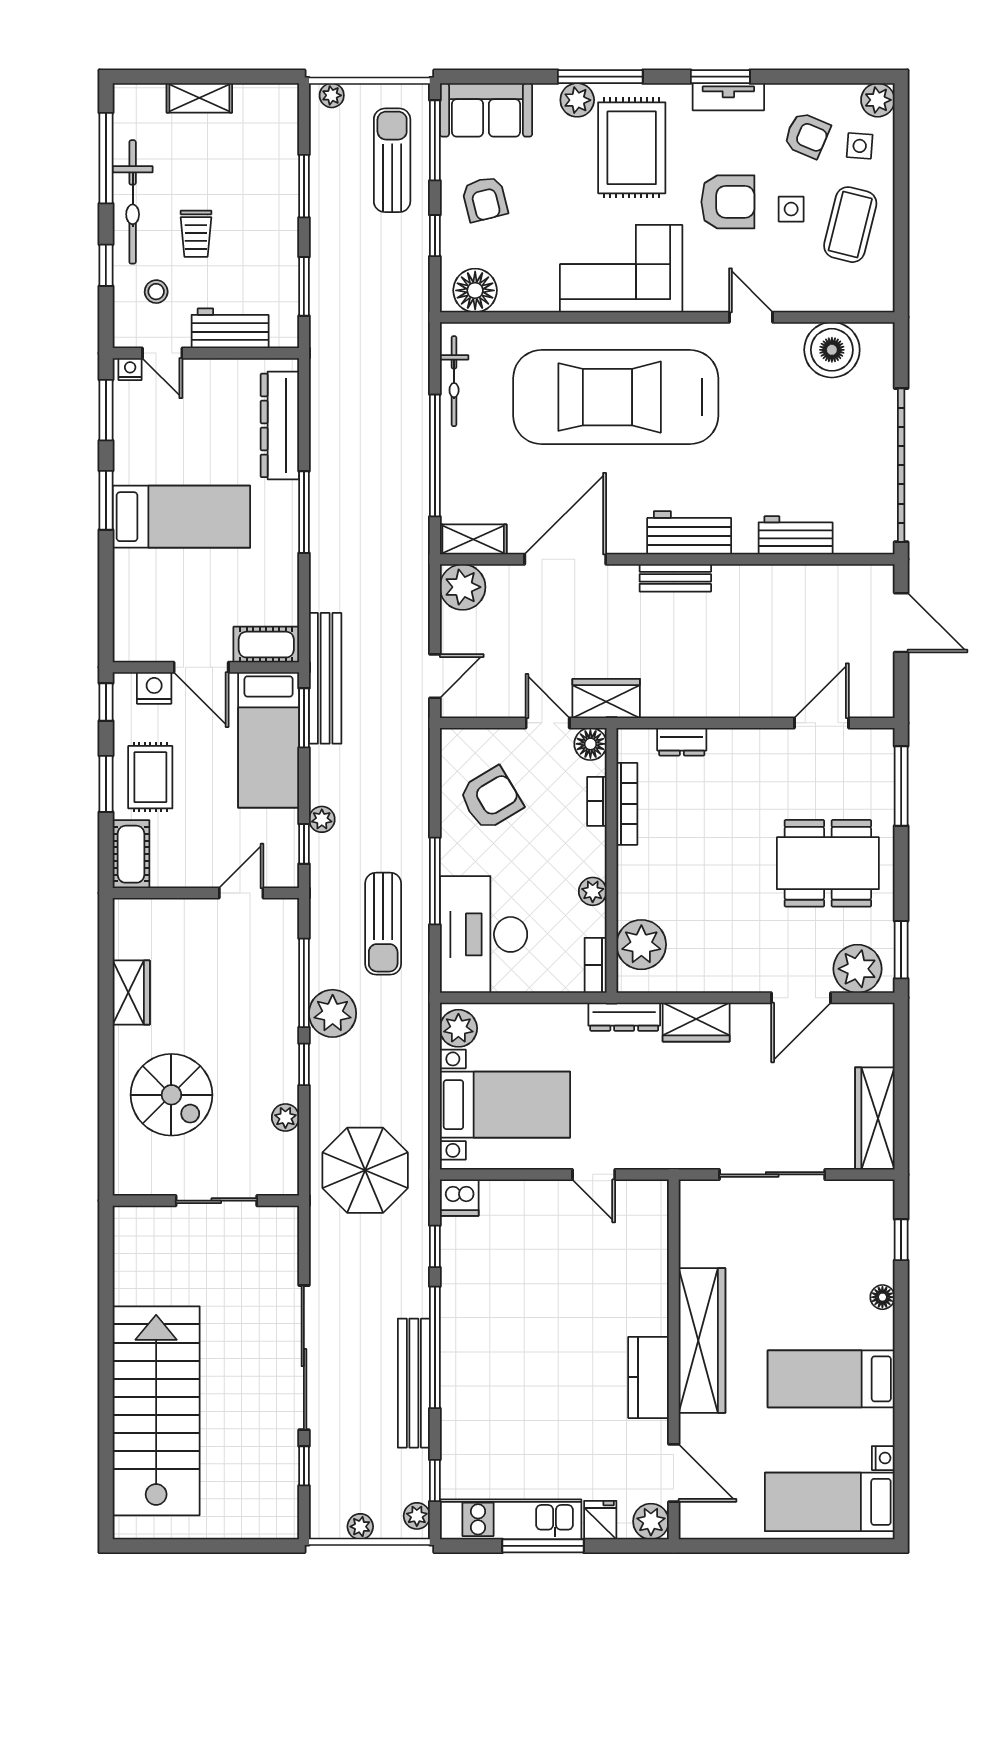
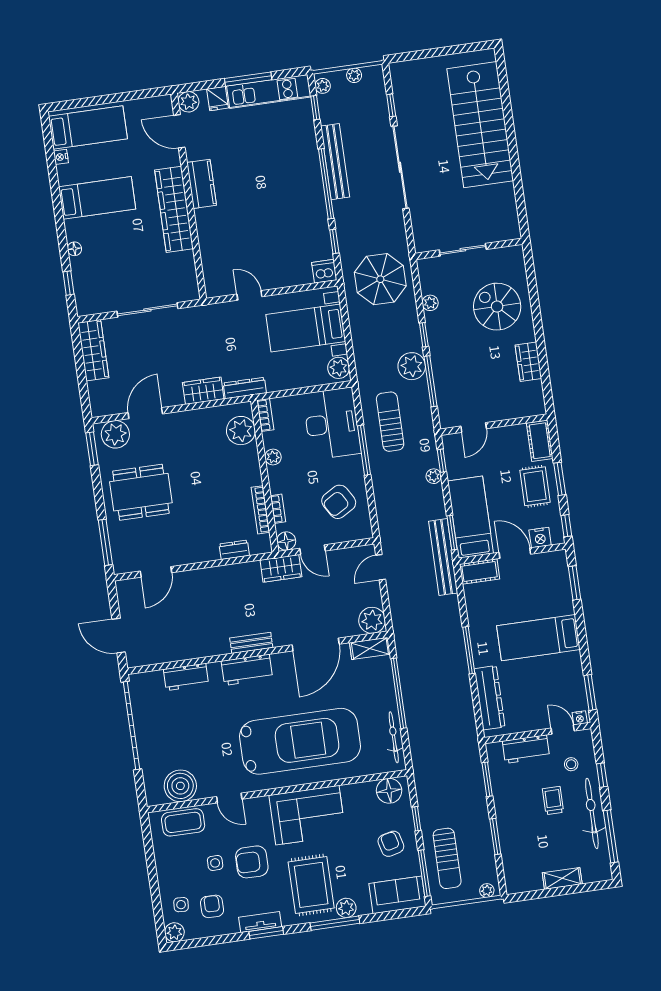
armchair: (807, 135) -> (212, 906), turned 67
coffee table: (850, 225) -> (183, 822), moved, turned 76
window: (106, 500) -> (575, 583), moved

